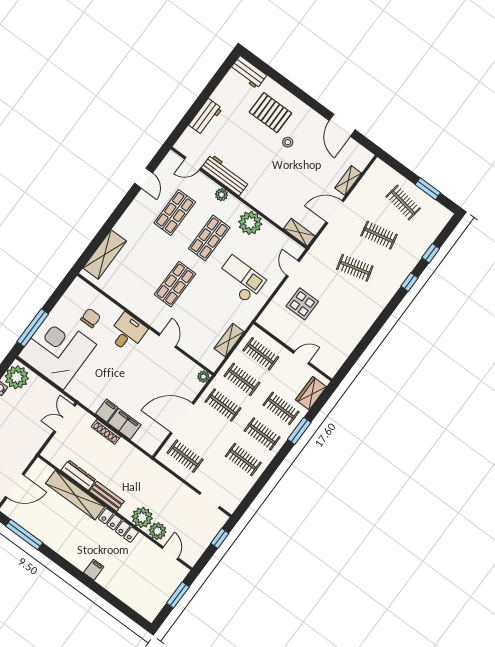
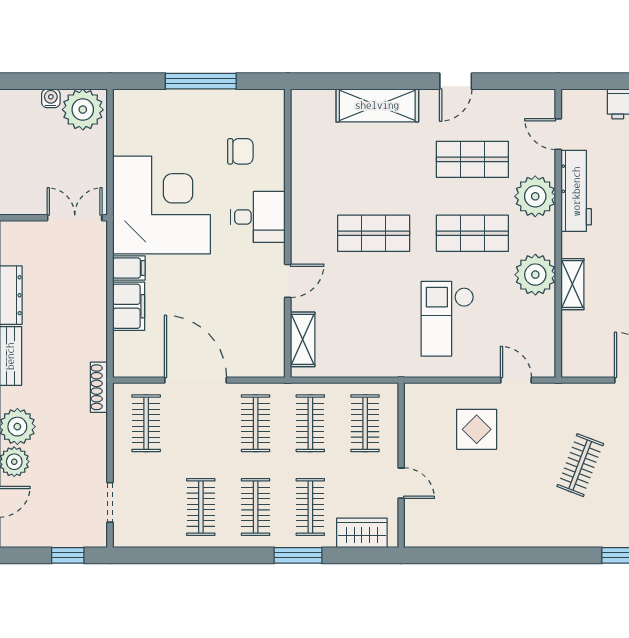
door: (144, 178) -> (456, 81), moved
plant: (221, 195) -> (535, 196), width x1.88, depth x1.88
shelving: (299, 232) -> (572, 284), moved
shelving: (105, 254) -> (377, 105), moved
door: (293, 268) -> (516, 380), hinge flipped
clothes rail: (355, 268) -> (580, 465), turned 36
checkout: (240, 279) -> (447, 319), turned 180
window: (33, 328) -> (201, 81), moved
shelving: (229, 340) -> (303, 339), moved, turned 90
corner desk: (57, 350) -> (161, 205), moved
plant: (203, 377) -> (275, 367), removed
shoe rack: (106, 432) -> (99, 387), moved

